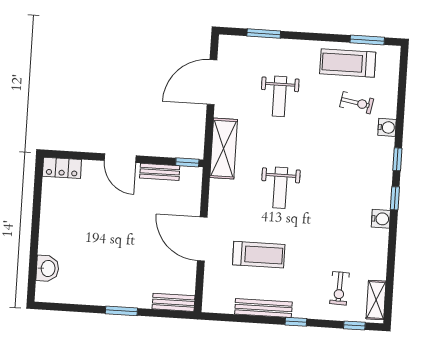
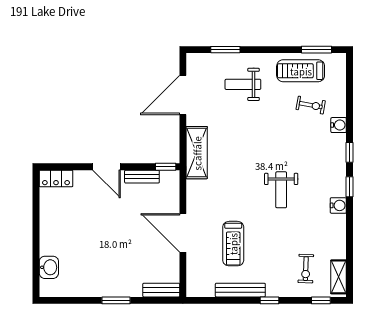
weight bench: (279, 96) -> (243, 84), moved, turned 90
weight bench: (280, 188) -> (281, 190), moved
treadmill: (259, 255) -> (233, 244), turned 90

